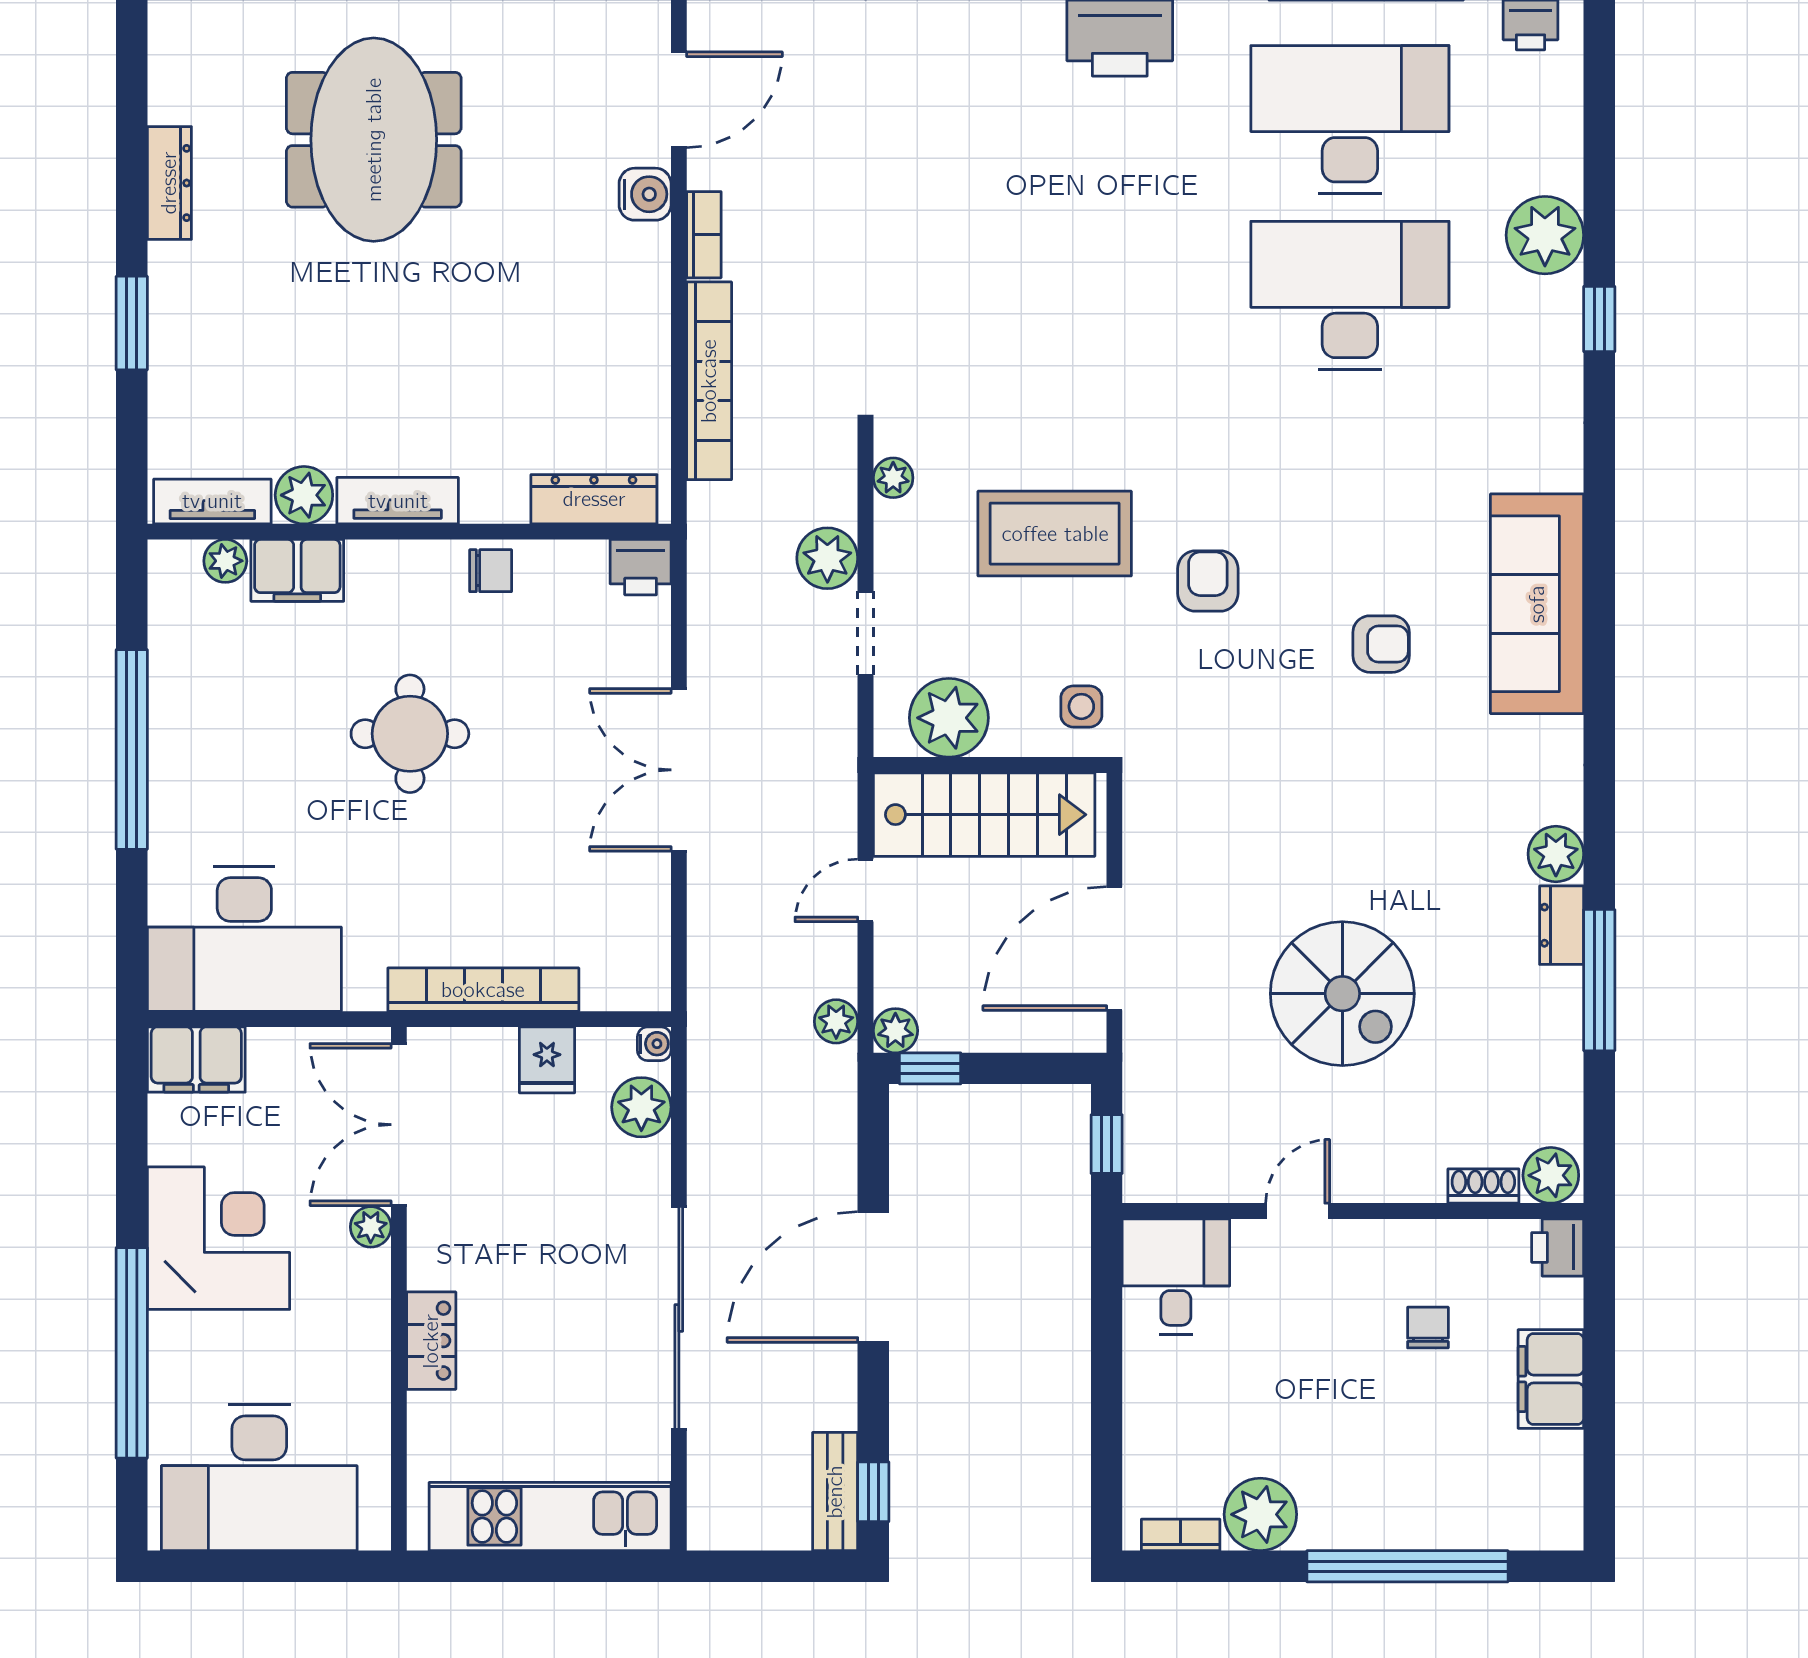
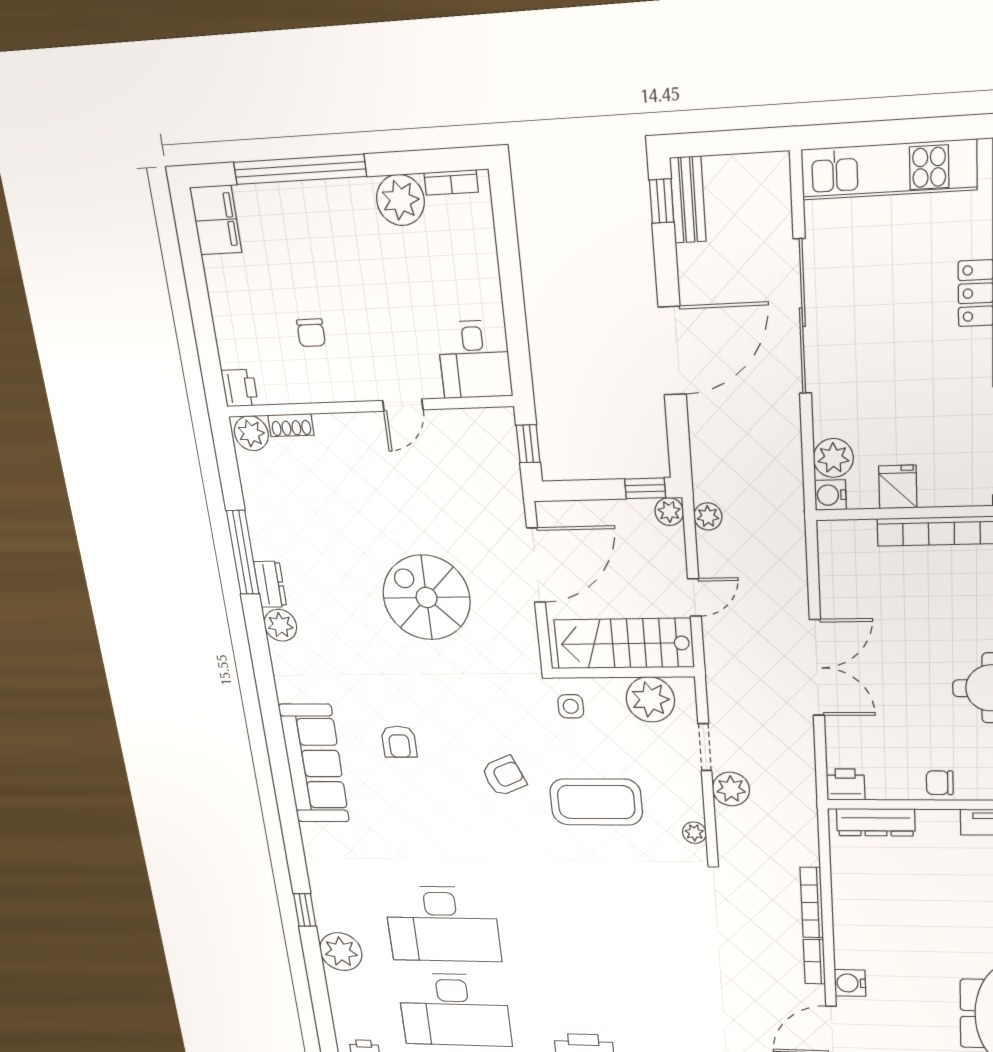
bookcase: (709, 381) -> (812, 903), width x0.68, depth x0.76
armchair: (1208, 581) -> (504, 776), turned -113
armchair: (1381, 644) -> (399, 742), turned -90
spiral stairs: (1342, 994) -> (427, 597), moved
water cooler: (654, 1044) -> (830, 495), width x1.38, depth x1.38
filing cabinet: (1551, 1379) -> (216, 220), moved

